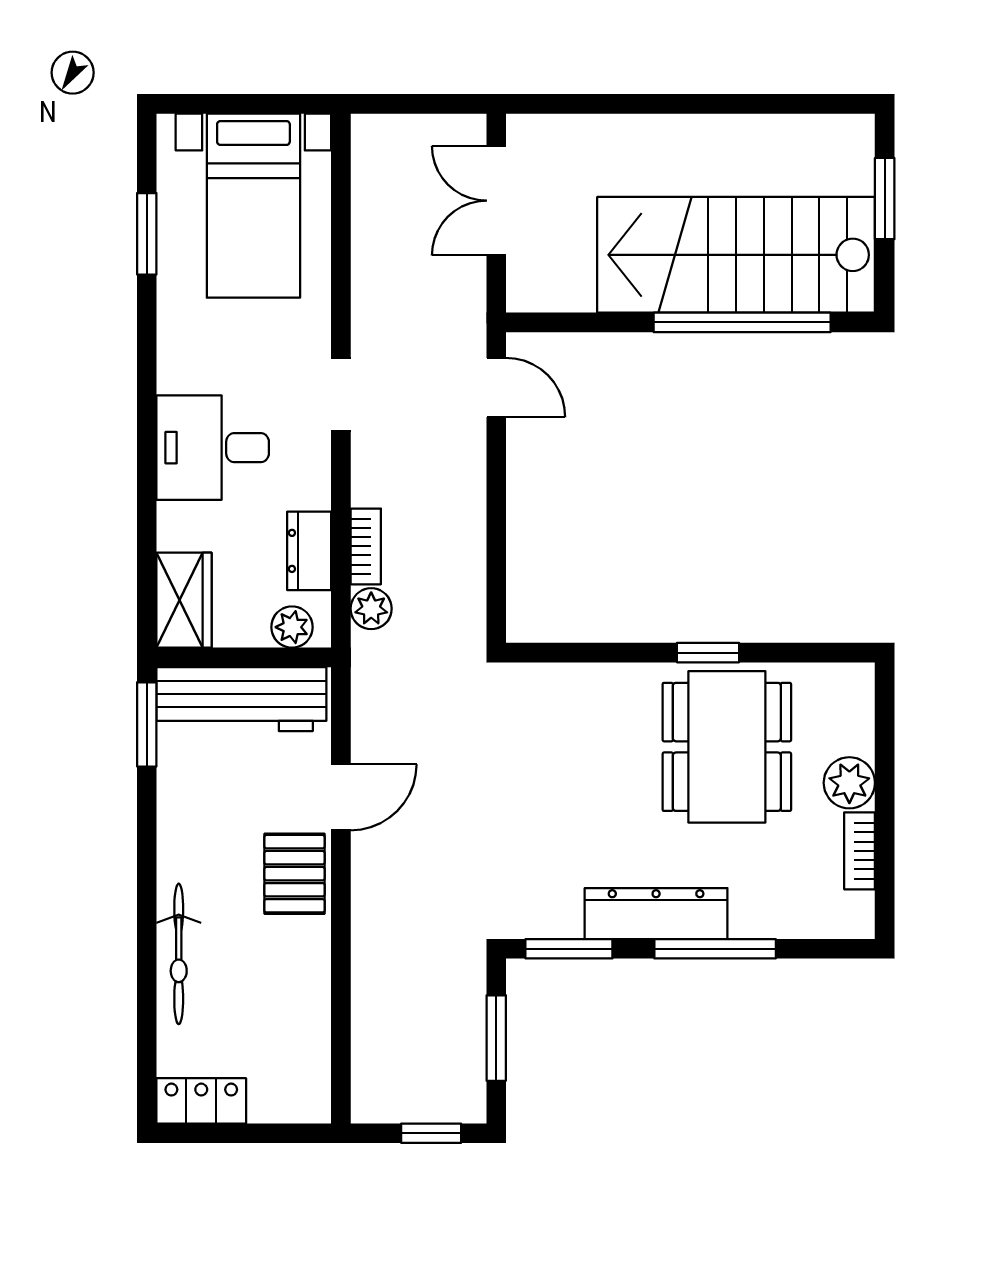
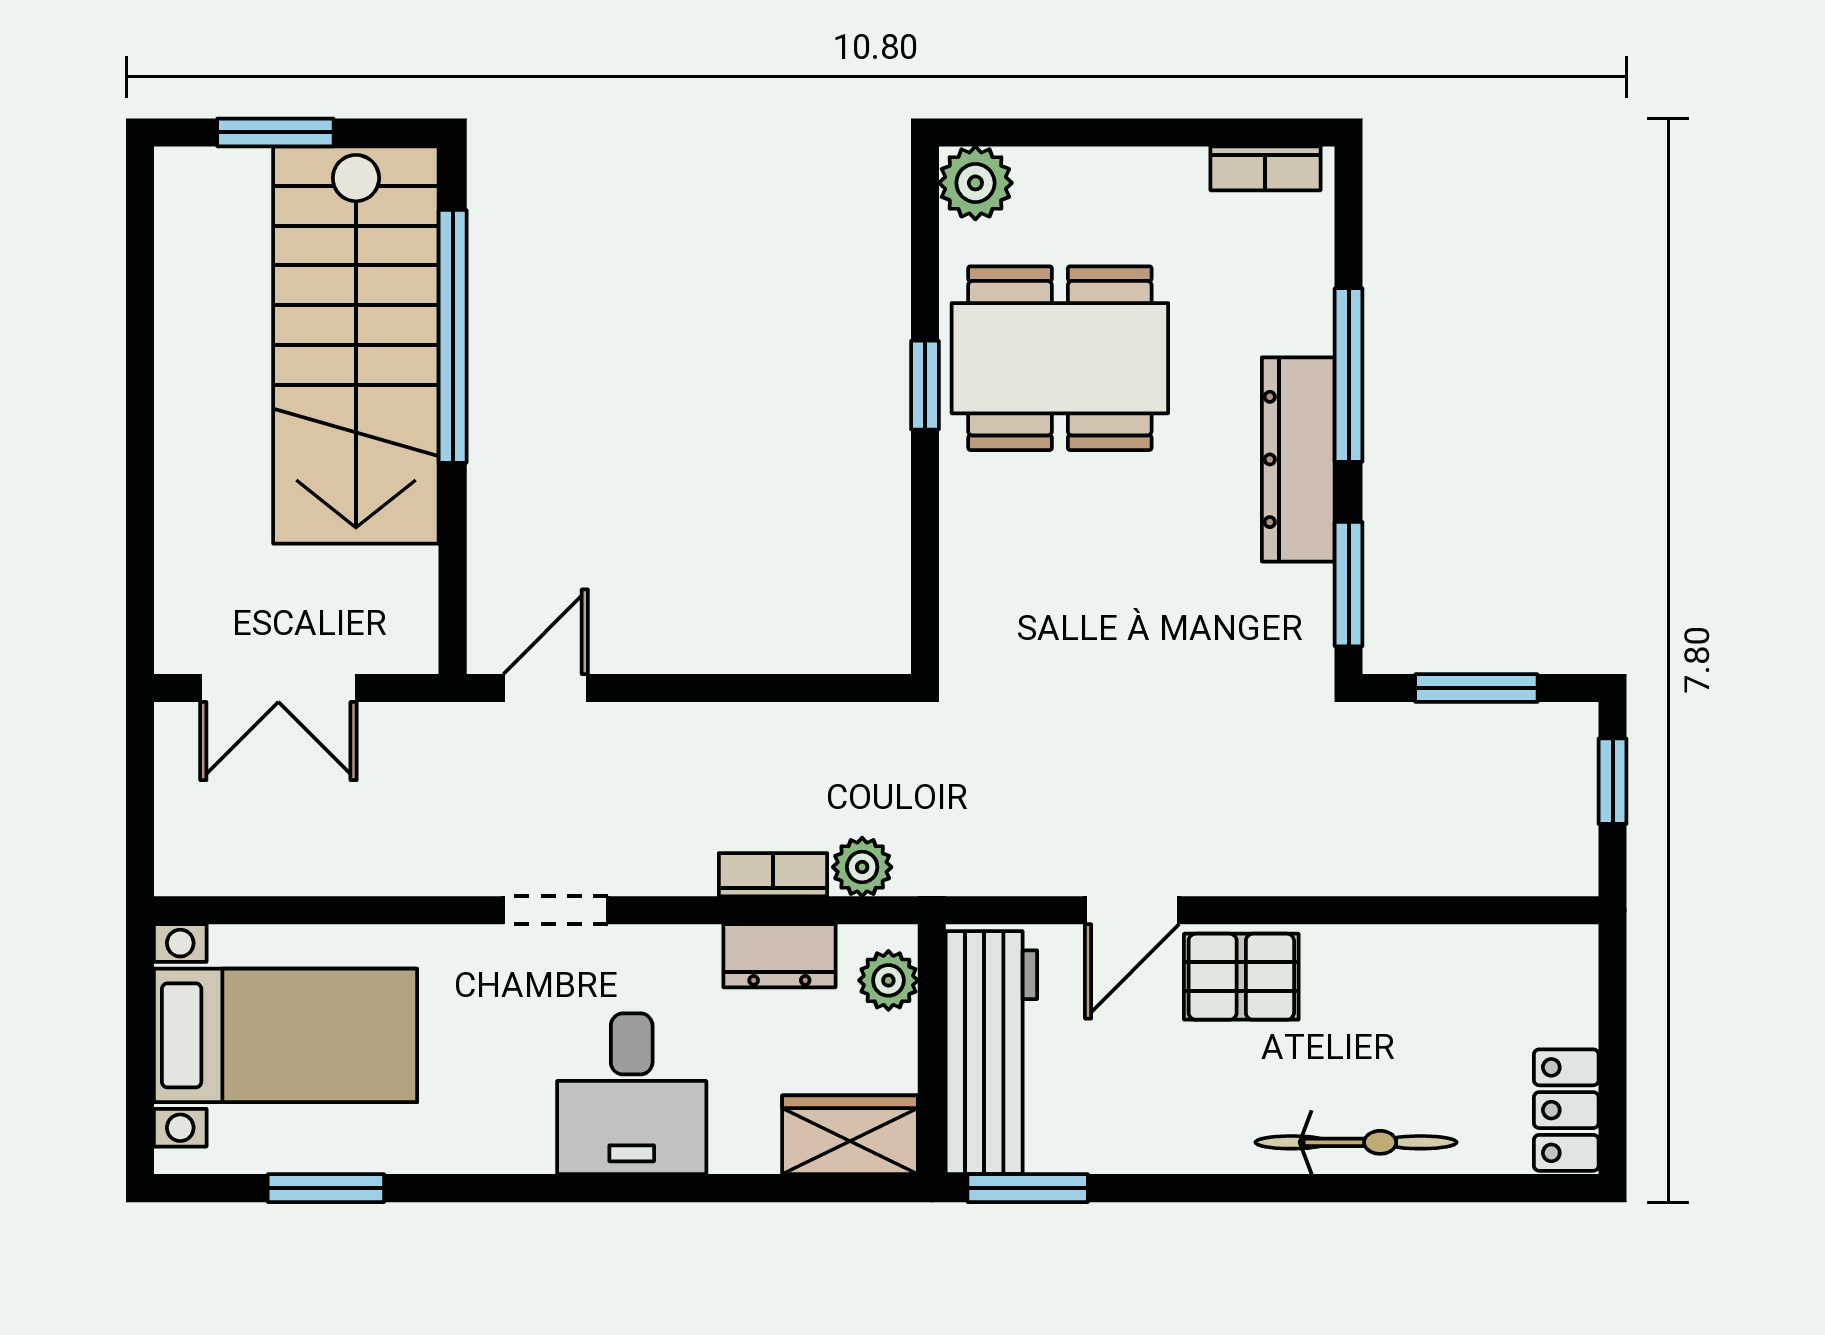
plant: (849, 783) -> (975, 183), moved
door: (341, 797) -> (1132, 910), swing flipped
bookcase: (860, 851) -> (1265, 168), moved

